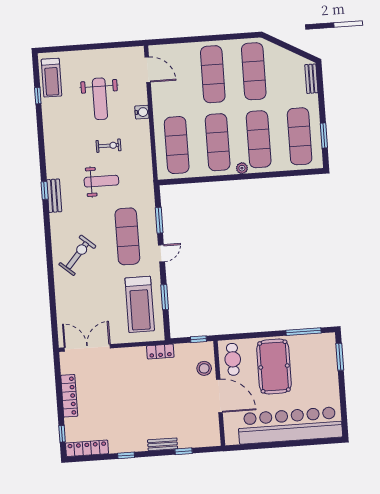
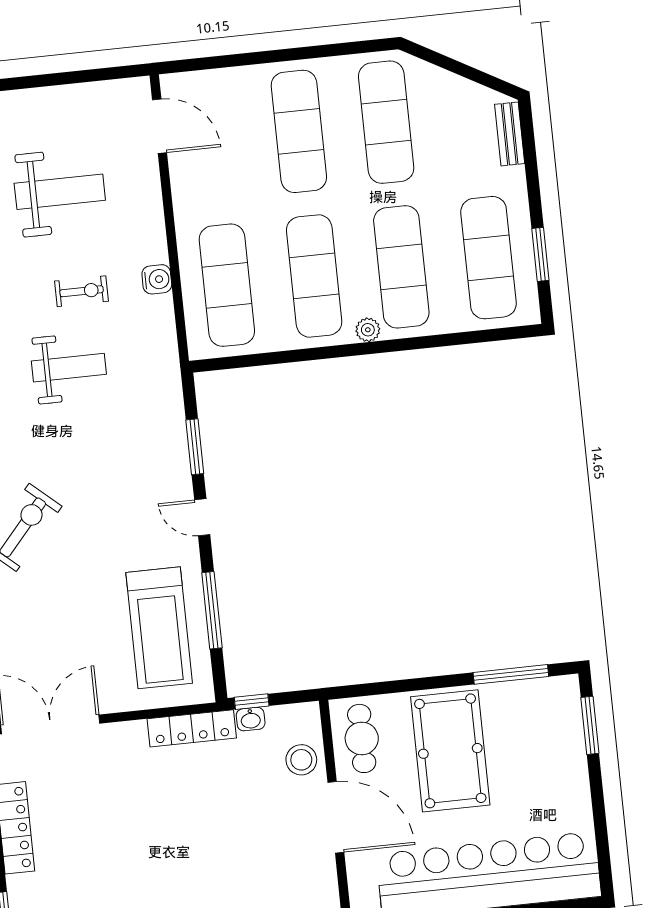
weight bench: (100, 99) -> (60, 192), turned -90
water cooler: (142, 112) -> (157, 279), moved
exercise mat: (127, 236) -> (128, 483), removed
door: (162, 253) -> (202, 517), swing flipped
window: (165, 297) -> (212, 610), width x1.44
window: (198, 339) -> (252, 702), moved
washbasin: (181, 349) -> (251, 719), added
locker: (160, 352) -> (192, 728), width x1.53

